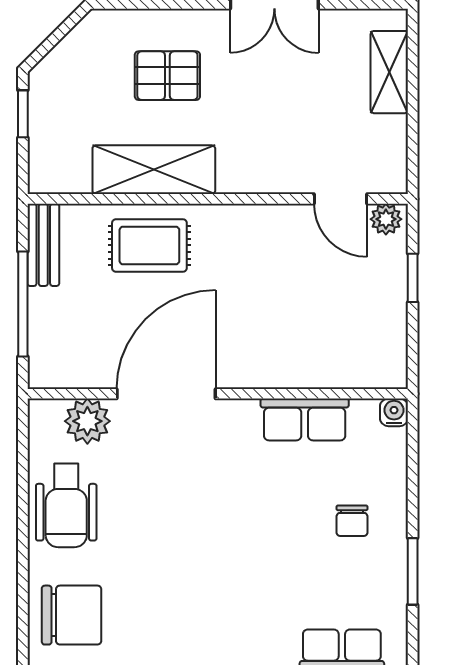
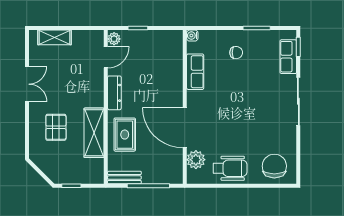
dresser: (253, 220) -> (114, 93), added

